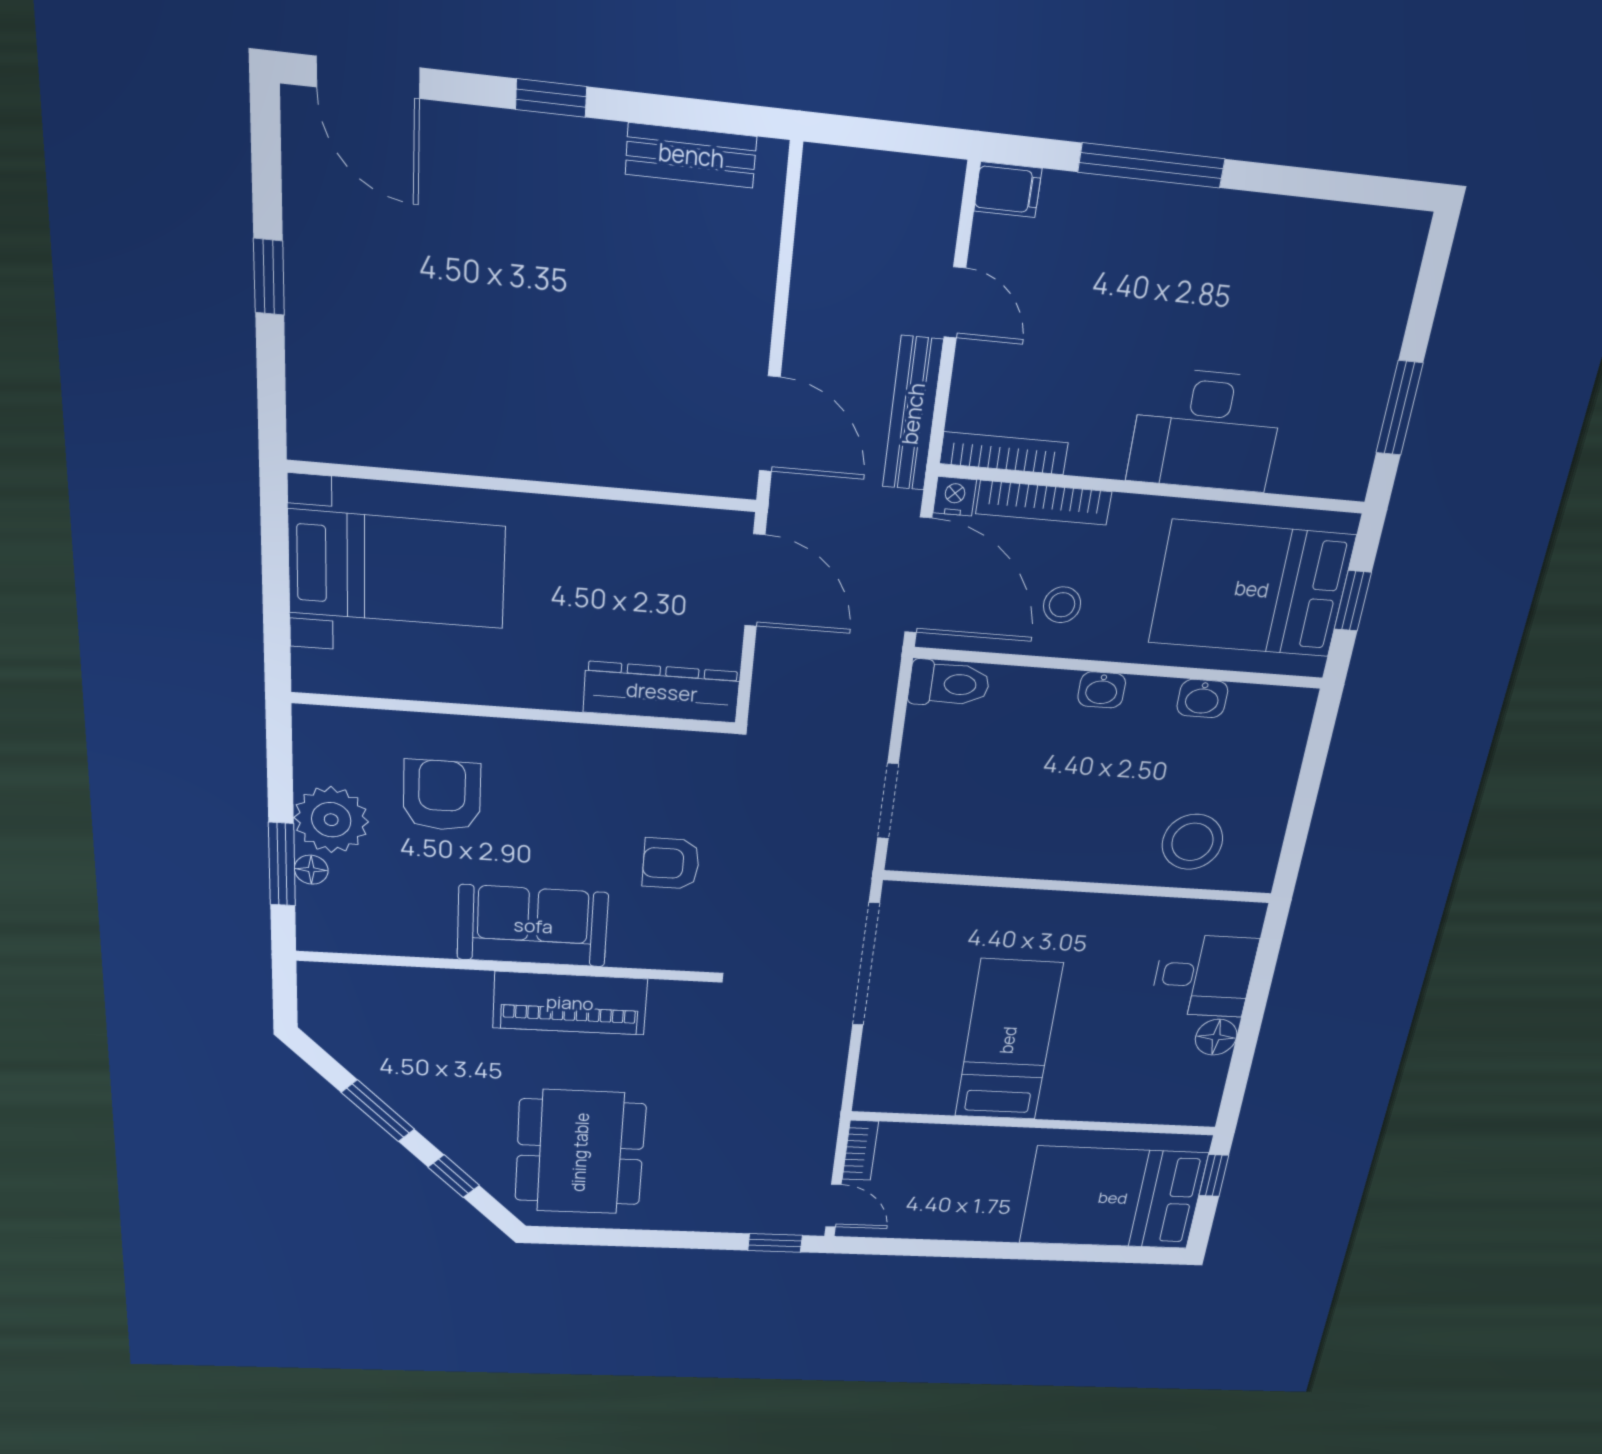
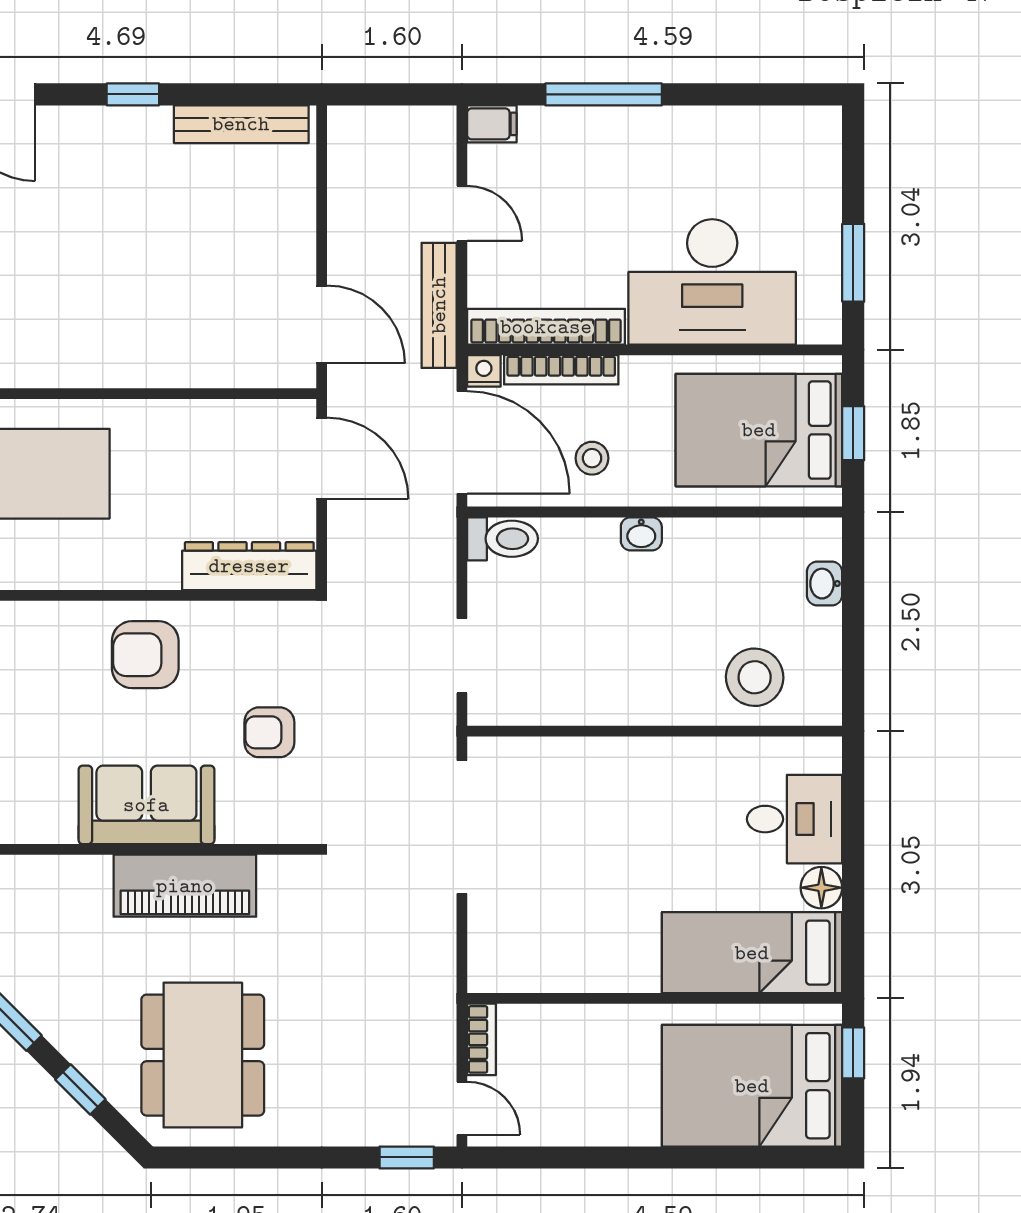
bench: (691, 155) -> (241, 124), width x1.36
desk: (1206, 430) -> (712, 282), width x1.36, depth x1.30
bookcase: (1004, 453) -> (546, 327), width x1.48, depth x1.31
washbasin: (1202, 699) -> (825, 584), moved, turned 90
armchair: (442, 795) -> (145, 655), moved, turned -90
bed: (1008, 1040) -> (752, 953), moved, turned -90

